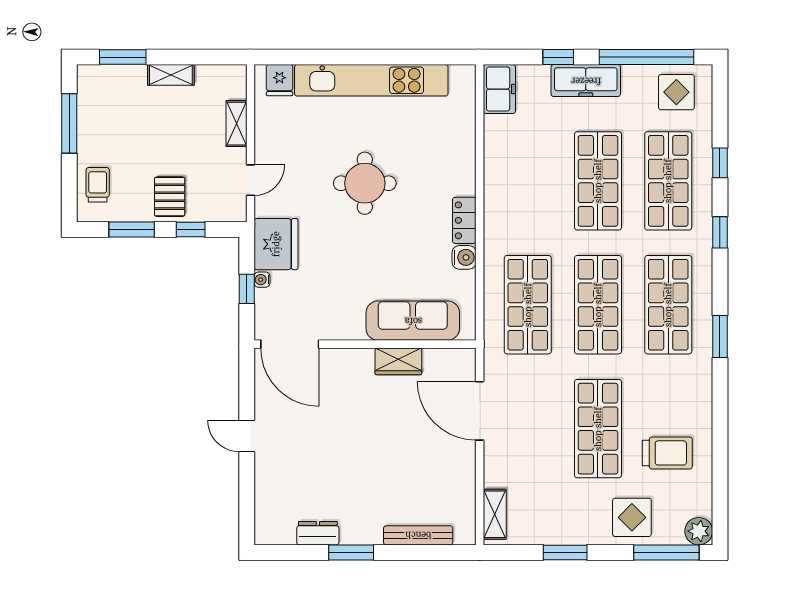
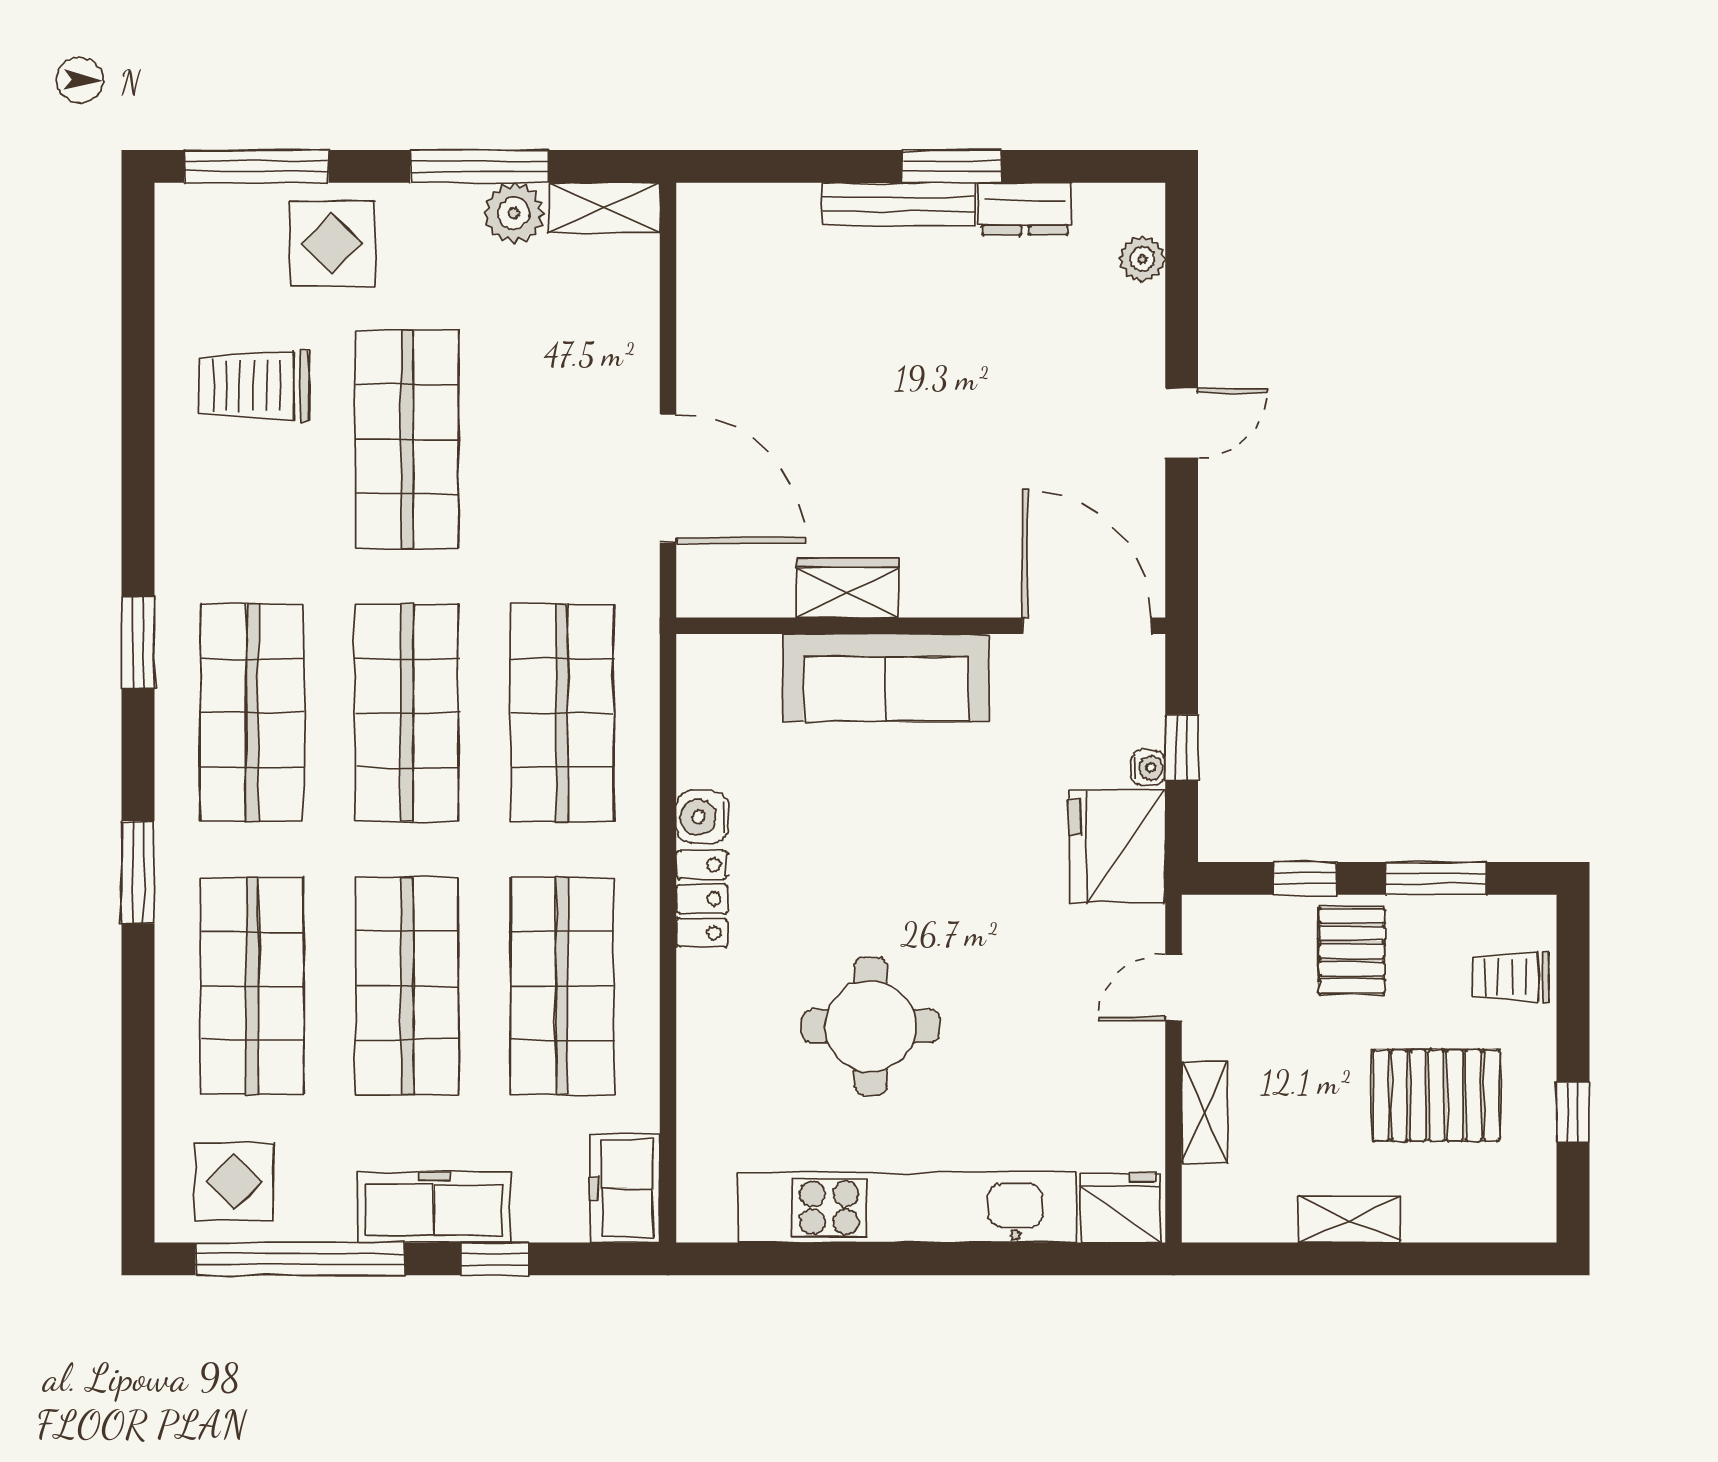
window: (123, 57) -> (1455, 1259), removed
fridge: (280, 80) -> (1121, 1208), width x1.38
window: (69, 123) -> (1573, 1113), width x0.46
pallet: (131, 131) -> (1436, 1095), added
window: (720, 163) -> (138, 1025), removed
shop shelf: (528, 181) -> (562, 986), added
round table: (365, 183) -> (871, 1026), moved
trolley: (98, 185) -> (1511, 977), turned 90
window: (720, 232) -> (138, 872), width x1.50
sofa: (413, 321) -> (886, 678), moved
door: (247, 436) -> (1182, 423), hinge flipped
plant: (265, 510) -> (1142, 259), added
shelving: (495, 514) -> (604, 208), moved, turned 90
plant: (699, 531) -> (514, 213), moved
bench: (418, 535) -> (898, 204), moved
window: (565, 552) -> (479, 166), width x1.44

